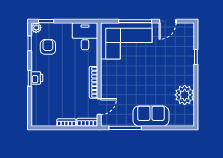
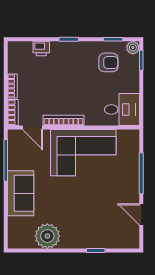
corner sofa: (126, 41) -> (83, 153), moved, turned -90
printer: (37, 78) -> (41, 48), moved

